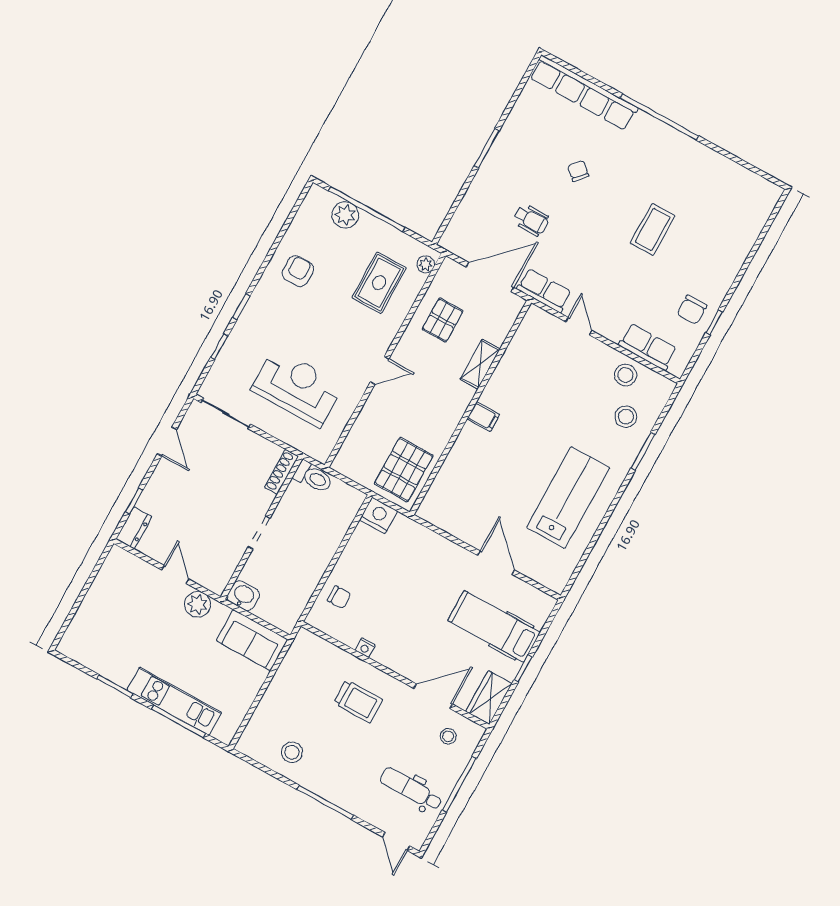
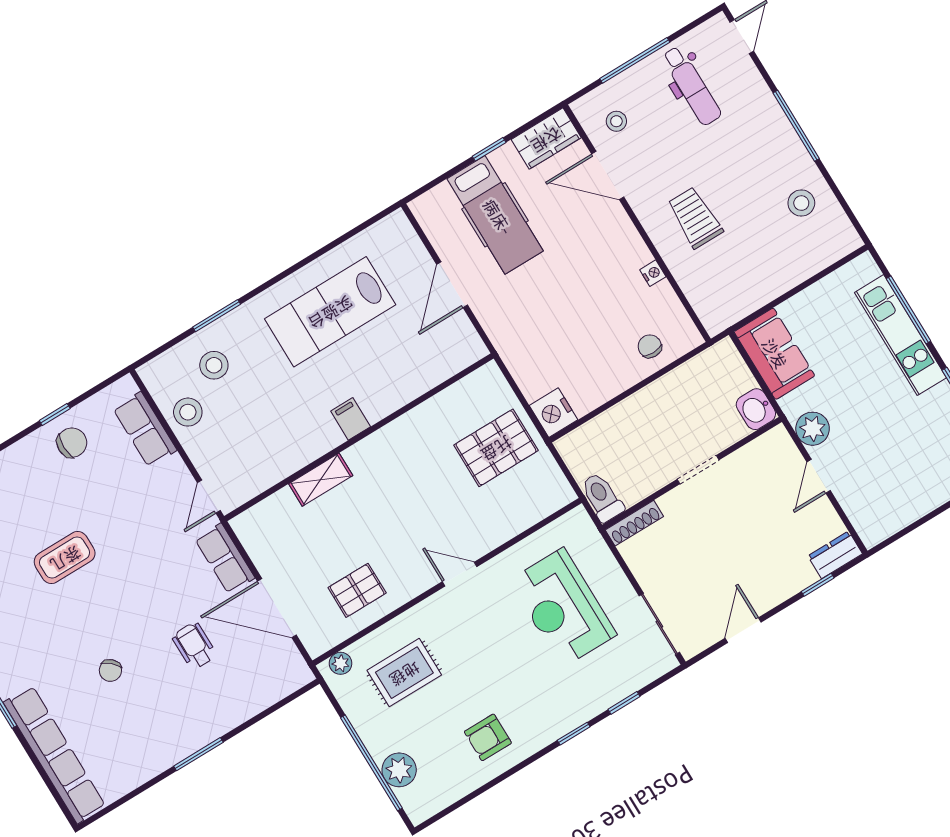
shelving: (480, 364) -> (321, 480), moved
wall: (470, 407) -> (359, 437), moved
filing cabinet: (483, 417) -> (351, 419), moved

